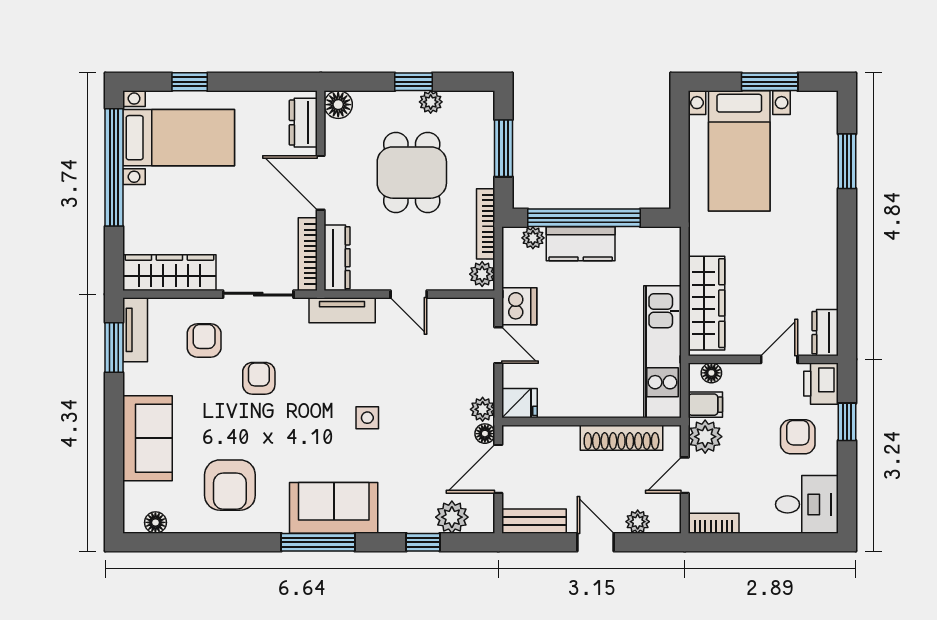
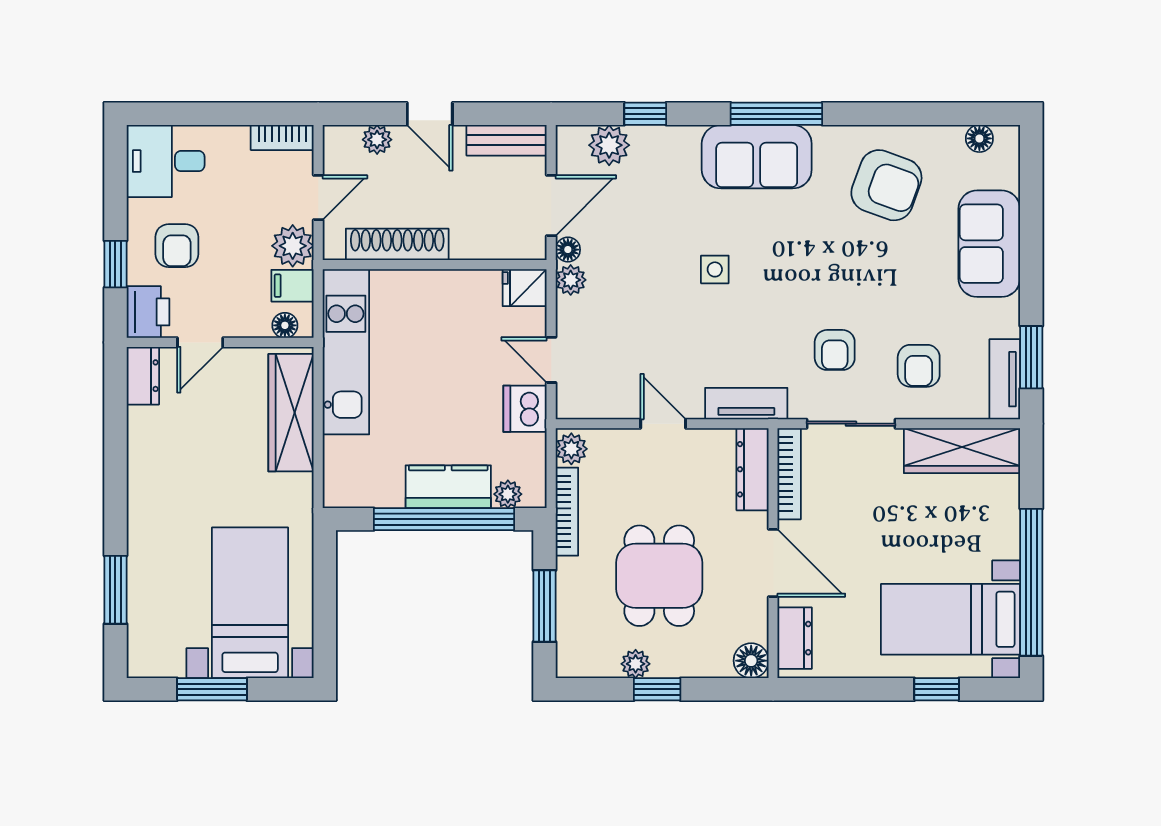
armchair: (259, 378) -> (835, 350), moved
armchair: (230, 485) -> (886, 185), turned 110

